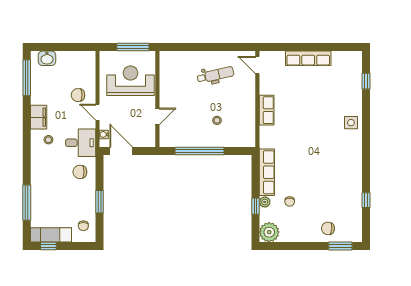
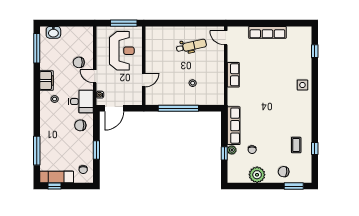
reception desk: (131, 81) -> (122, 51), turned 90
door: (121, 151) -> (114, 108), swing flipped
coffee table: (343, 196) -> (296, 145), added
plant: (269, 232) -> (257, 175), moved

